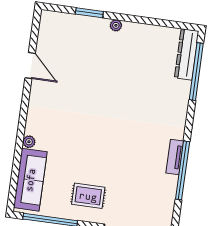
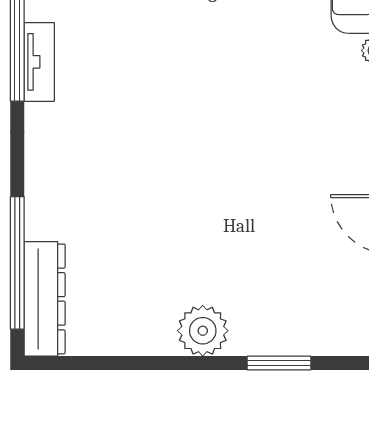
plant: (116, 25) -> (203, 331), width x1.88, depth x1.88

